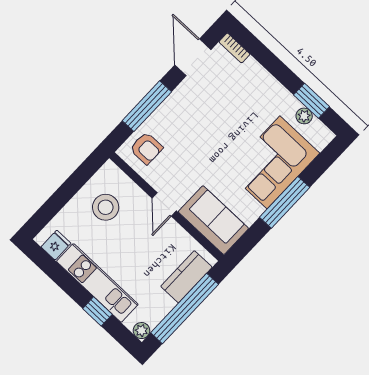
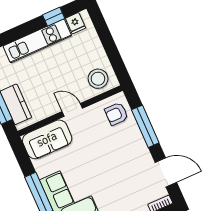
stool: (106, 207) -> (98, 79), moved
window: (97, 311) -> (54, 17), moved

